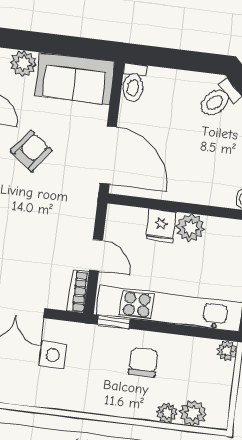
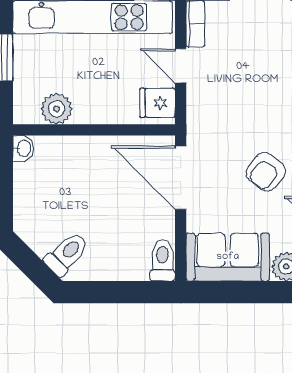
fridge: (161, 226) -> (157, 103), moved, turned -90
plant: (190, 228) -> (57, 109), moved

